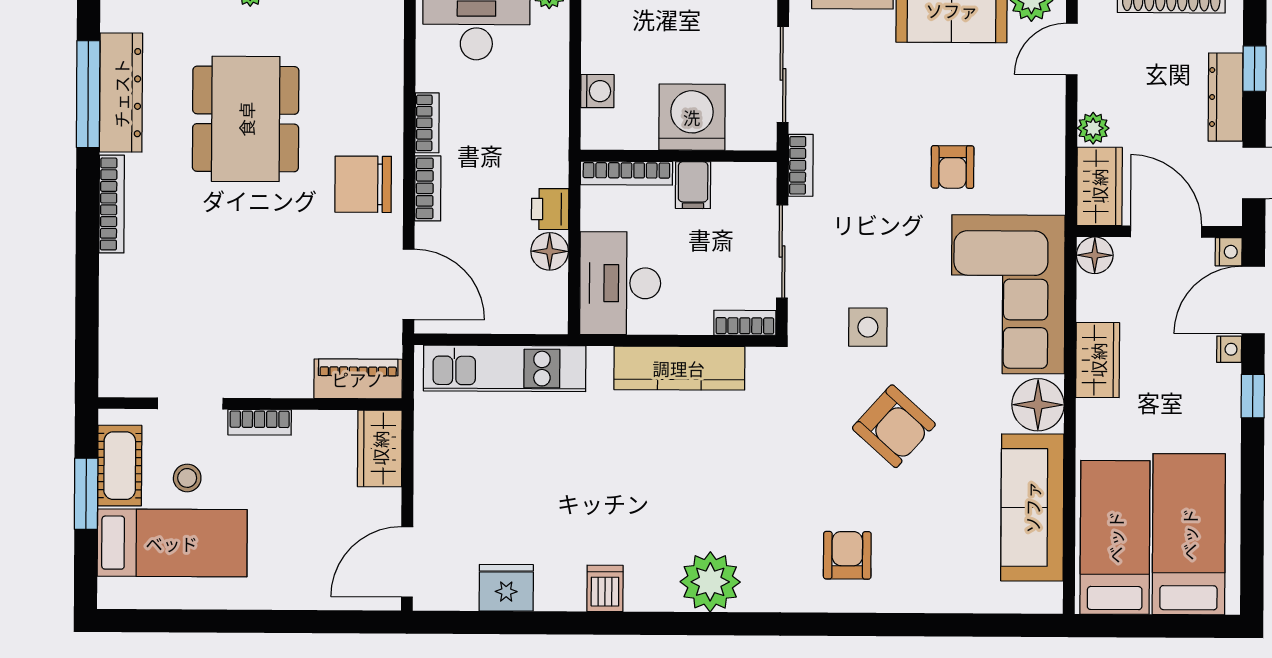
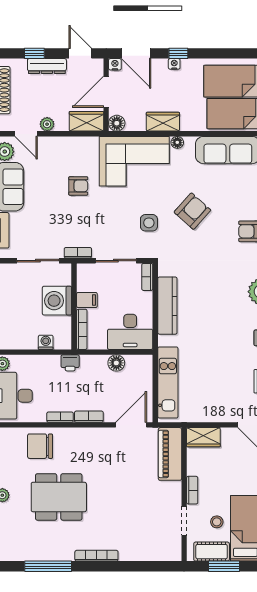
dresser: (121, 93) -> (47, 552), removed
plant: (1093, 128) -> (47, 124), moved
chair: (363, 184) -> (40, 446), moved, turned 90
printer: (550, 209) -> (70, 363), moved
nightstand: (1229, 349) -> (174, 64), moved
piano: (358, 379) -> (170, 454), width x1.37, depth x1.33
floor lamp: (1038, 405) -> (177, 142), width x0.53, depth x0.53

